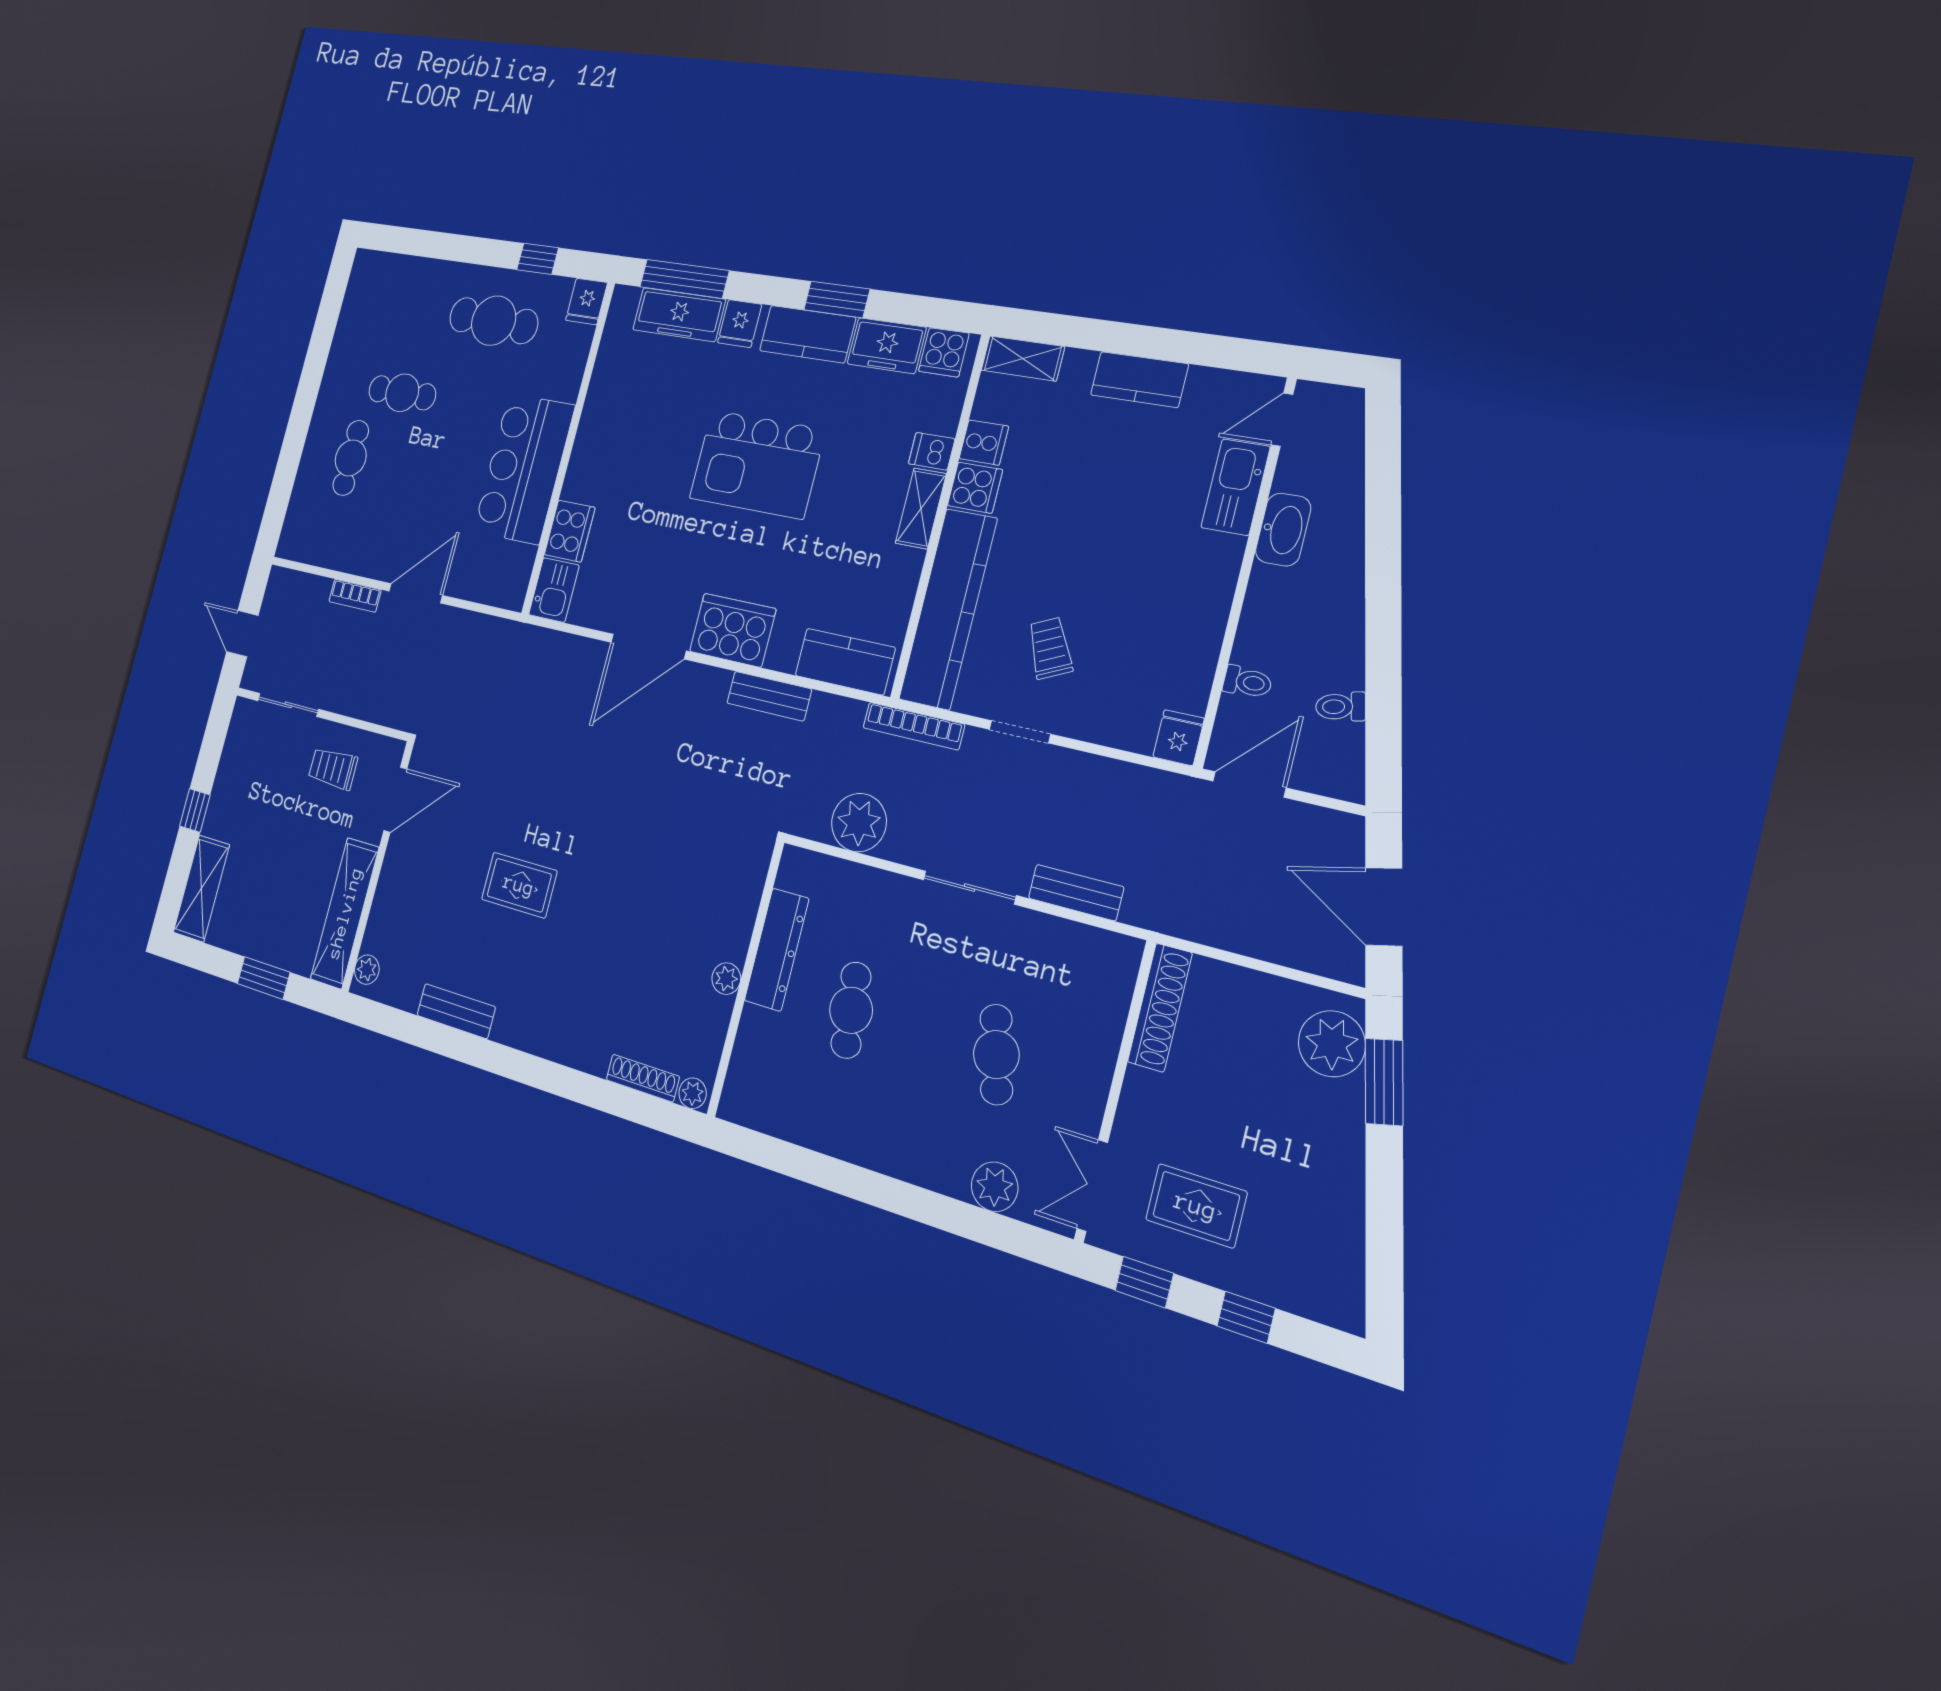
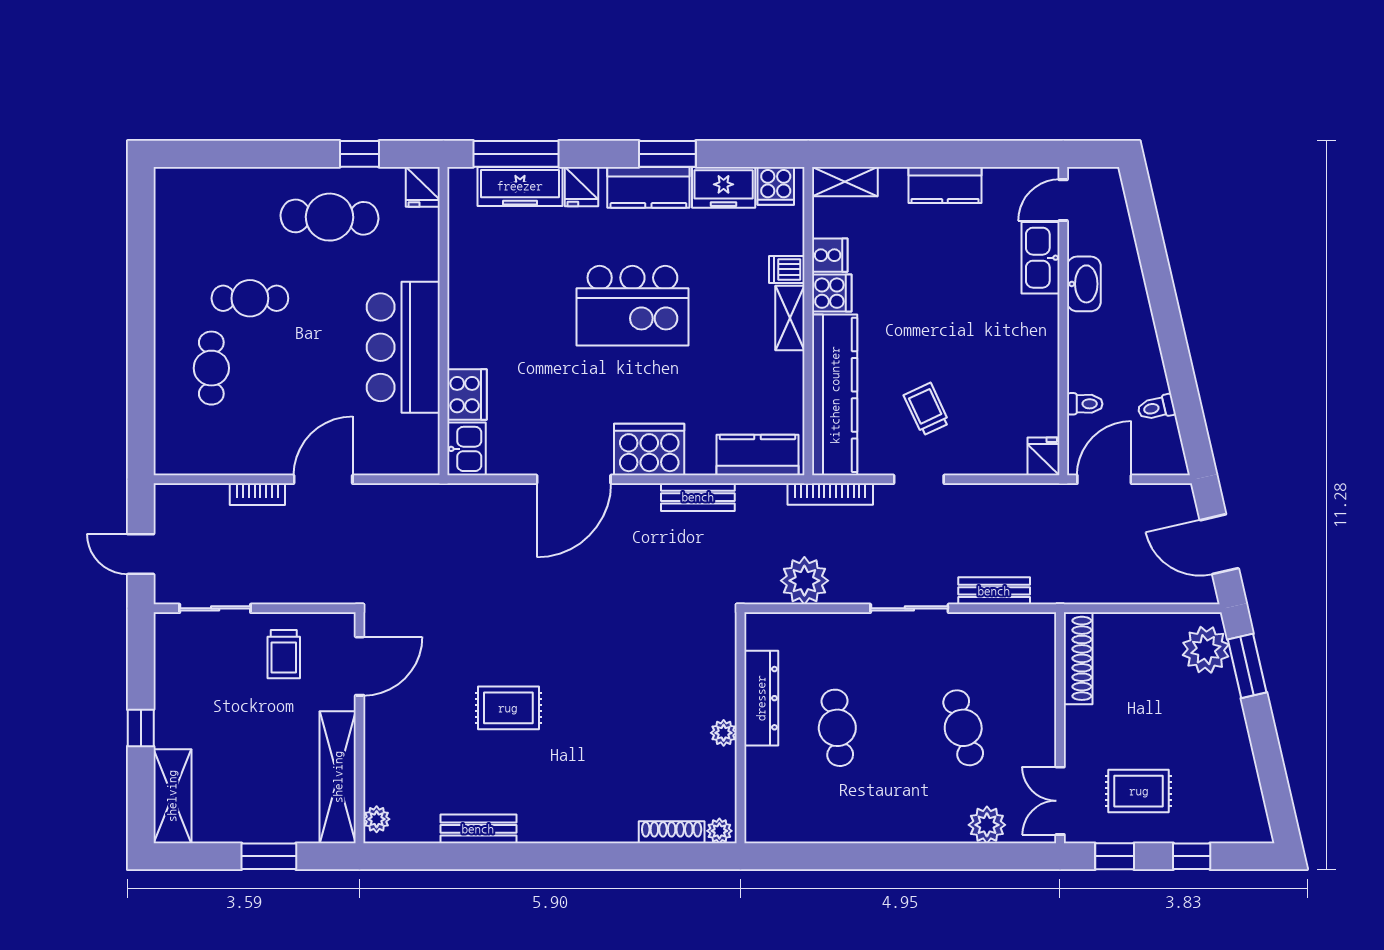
trolley: (333, 768) -> (284, 654), turned -90

